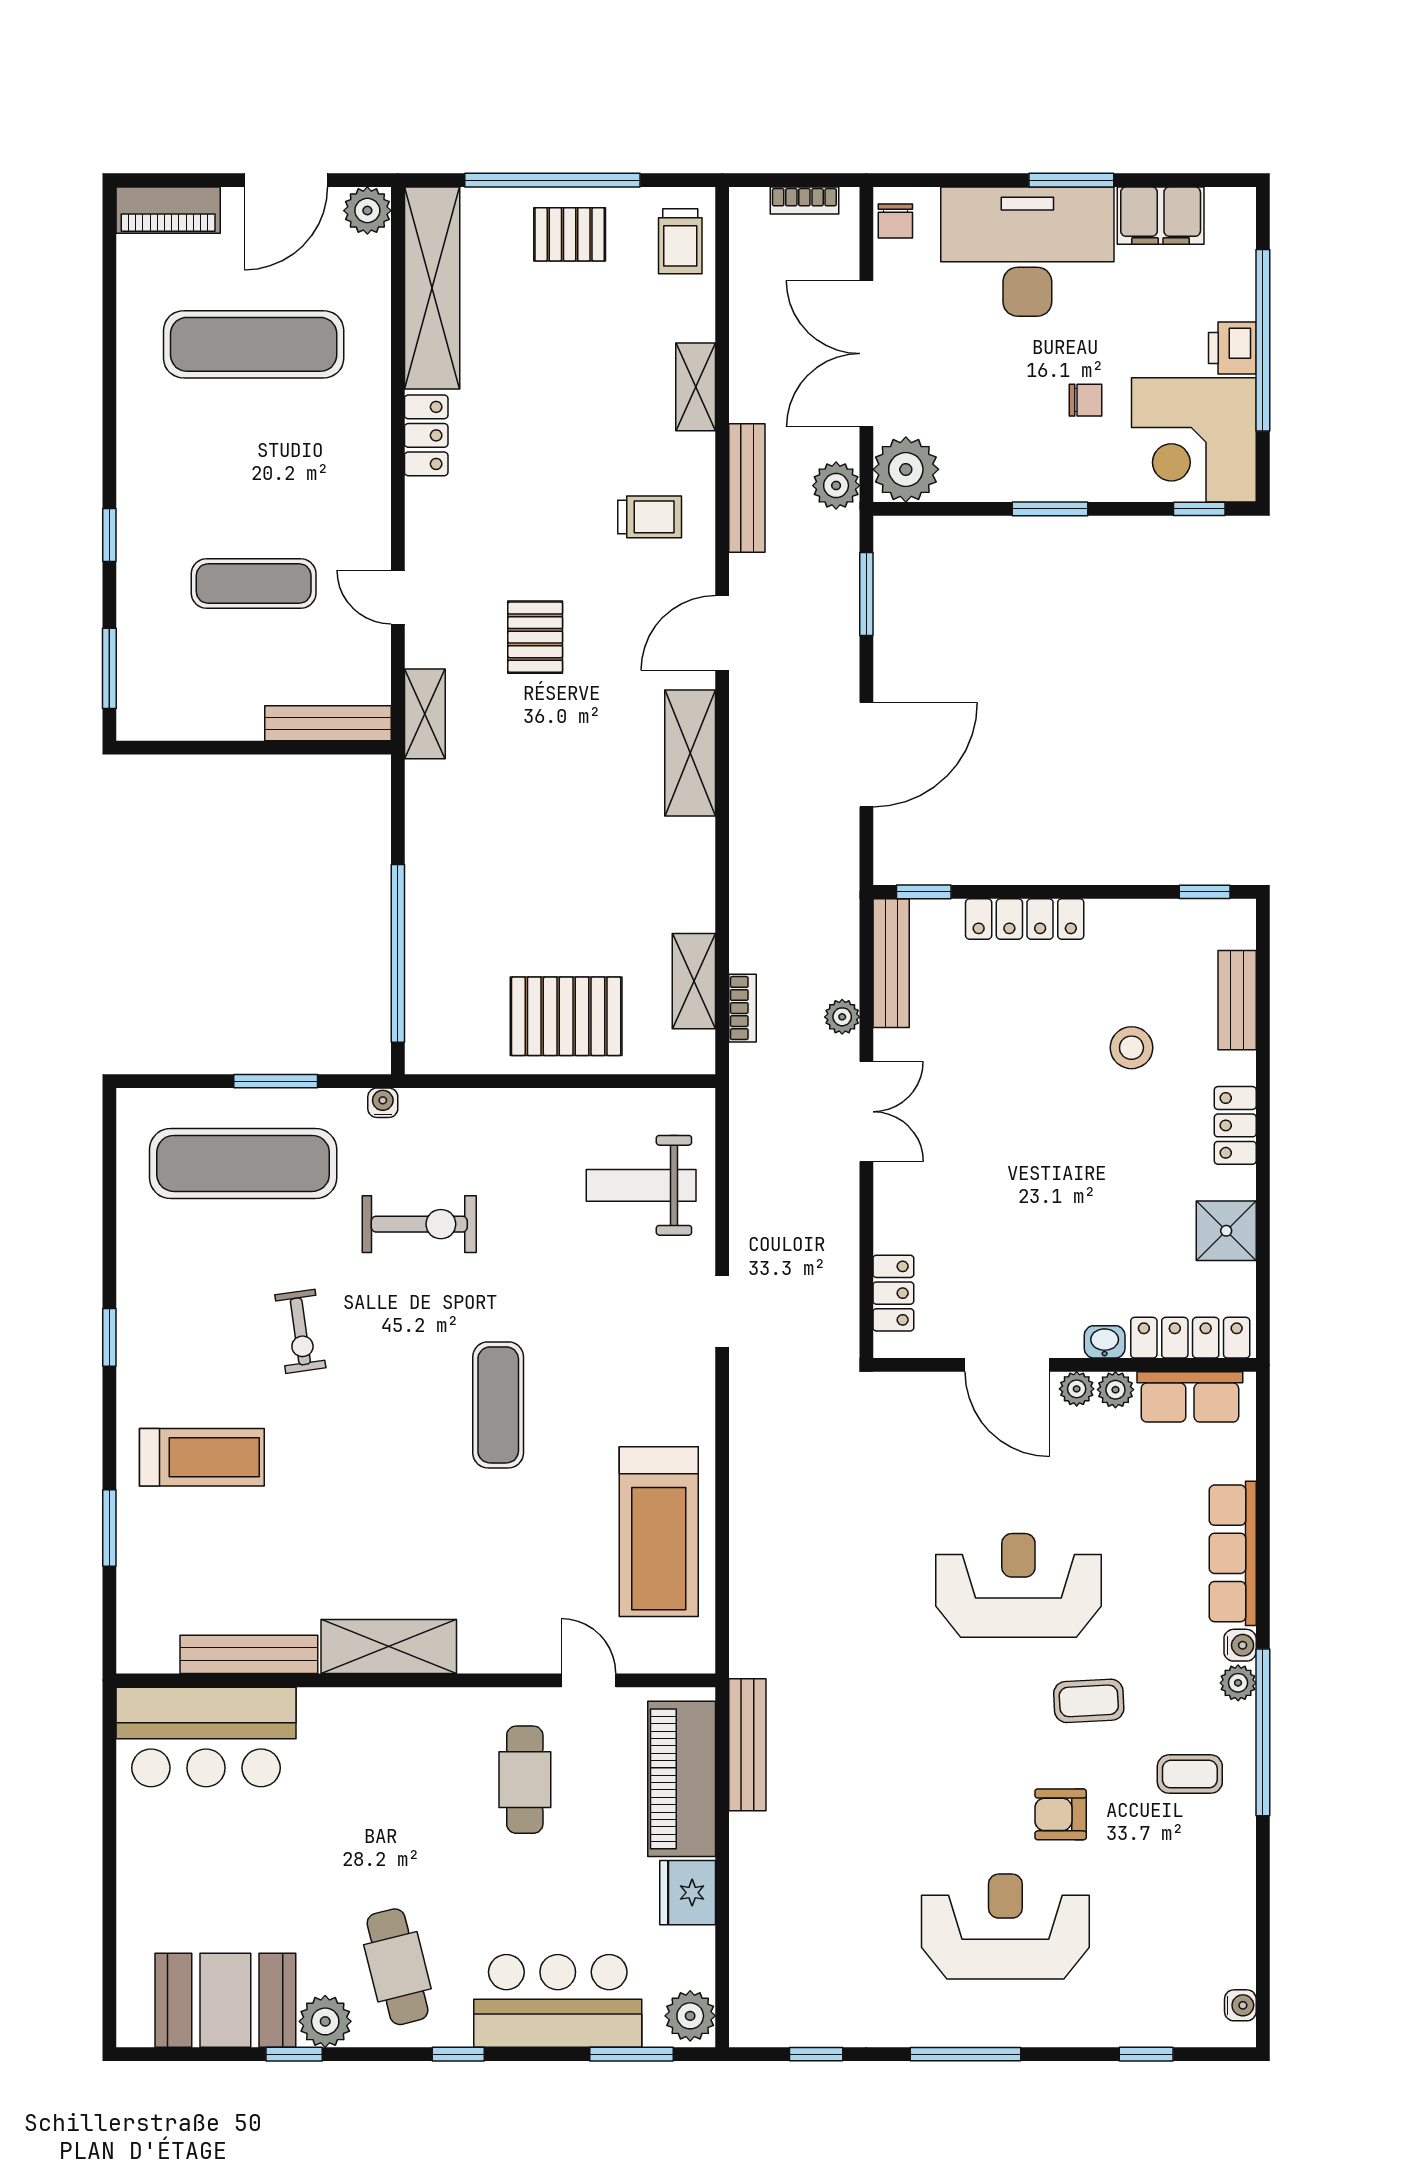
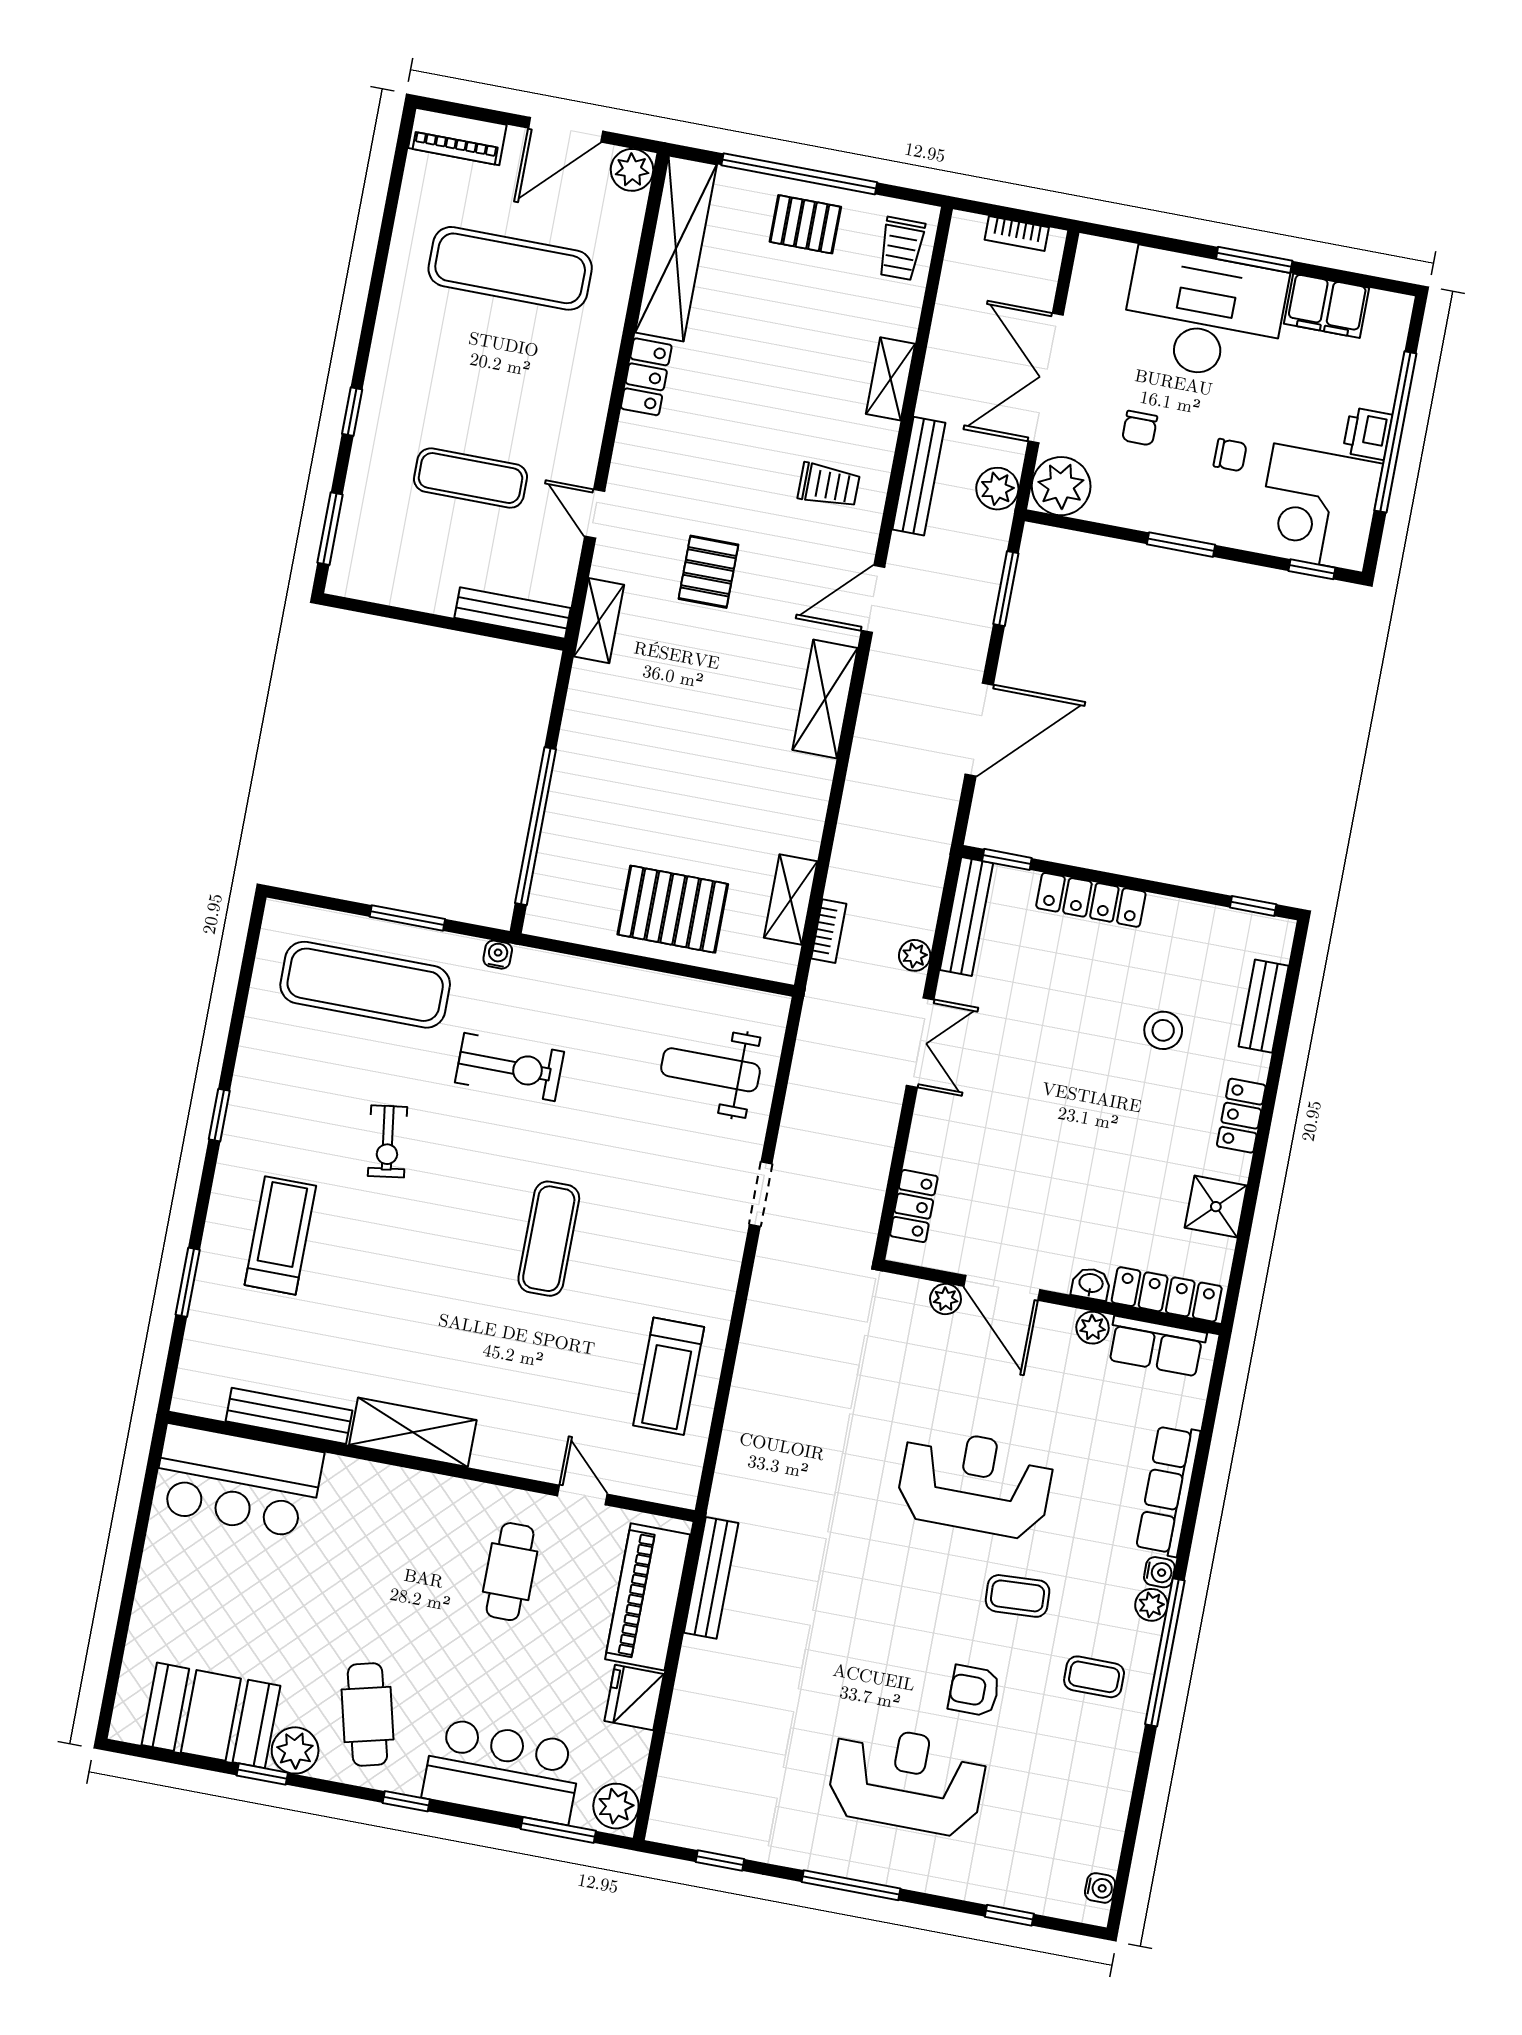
chair: (895, 221) -> (1140, 428), moved
plant: (1077, 1389) -> (945, 1299), moved
treadmill: (202, 1457) -> (280, 1235), turned -90
treadmill: (659, 1532) -> (669, 1376), width x0.73, depth x0.73

